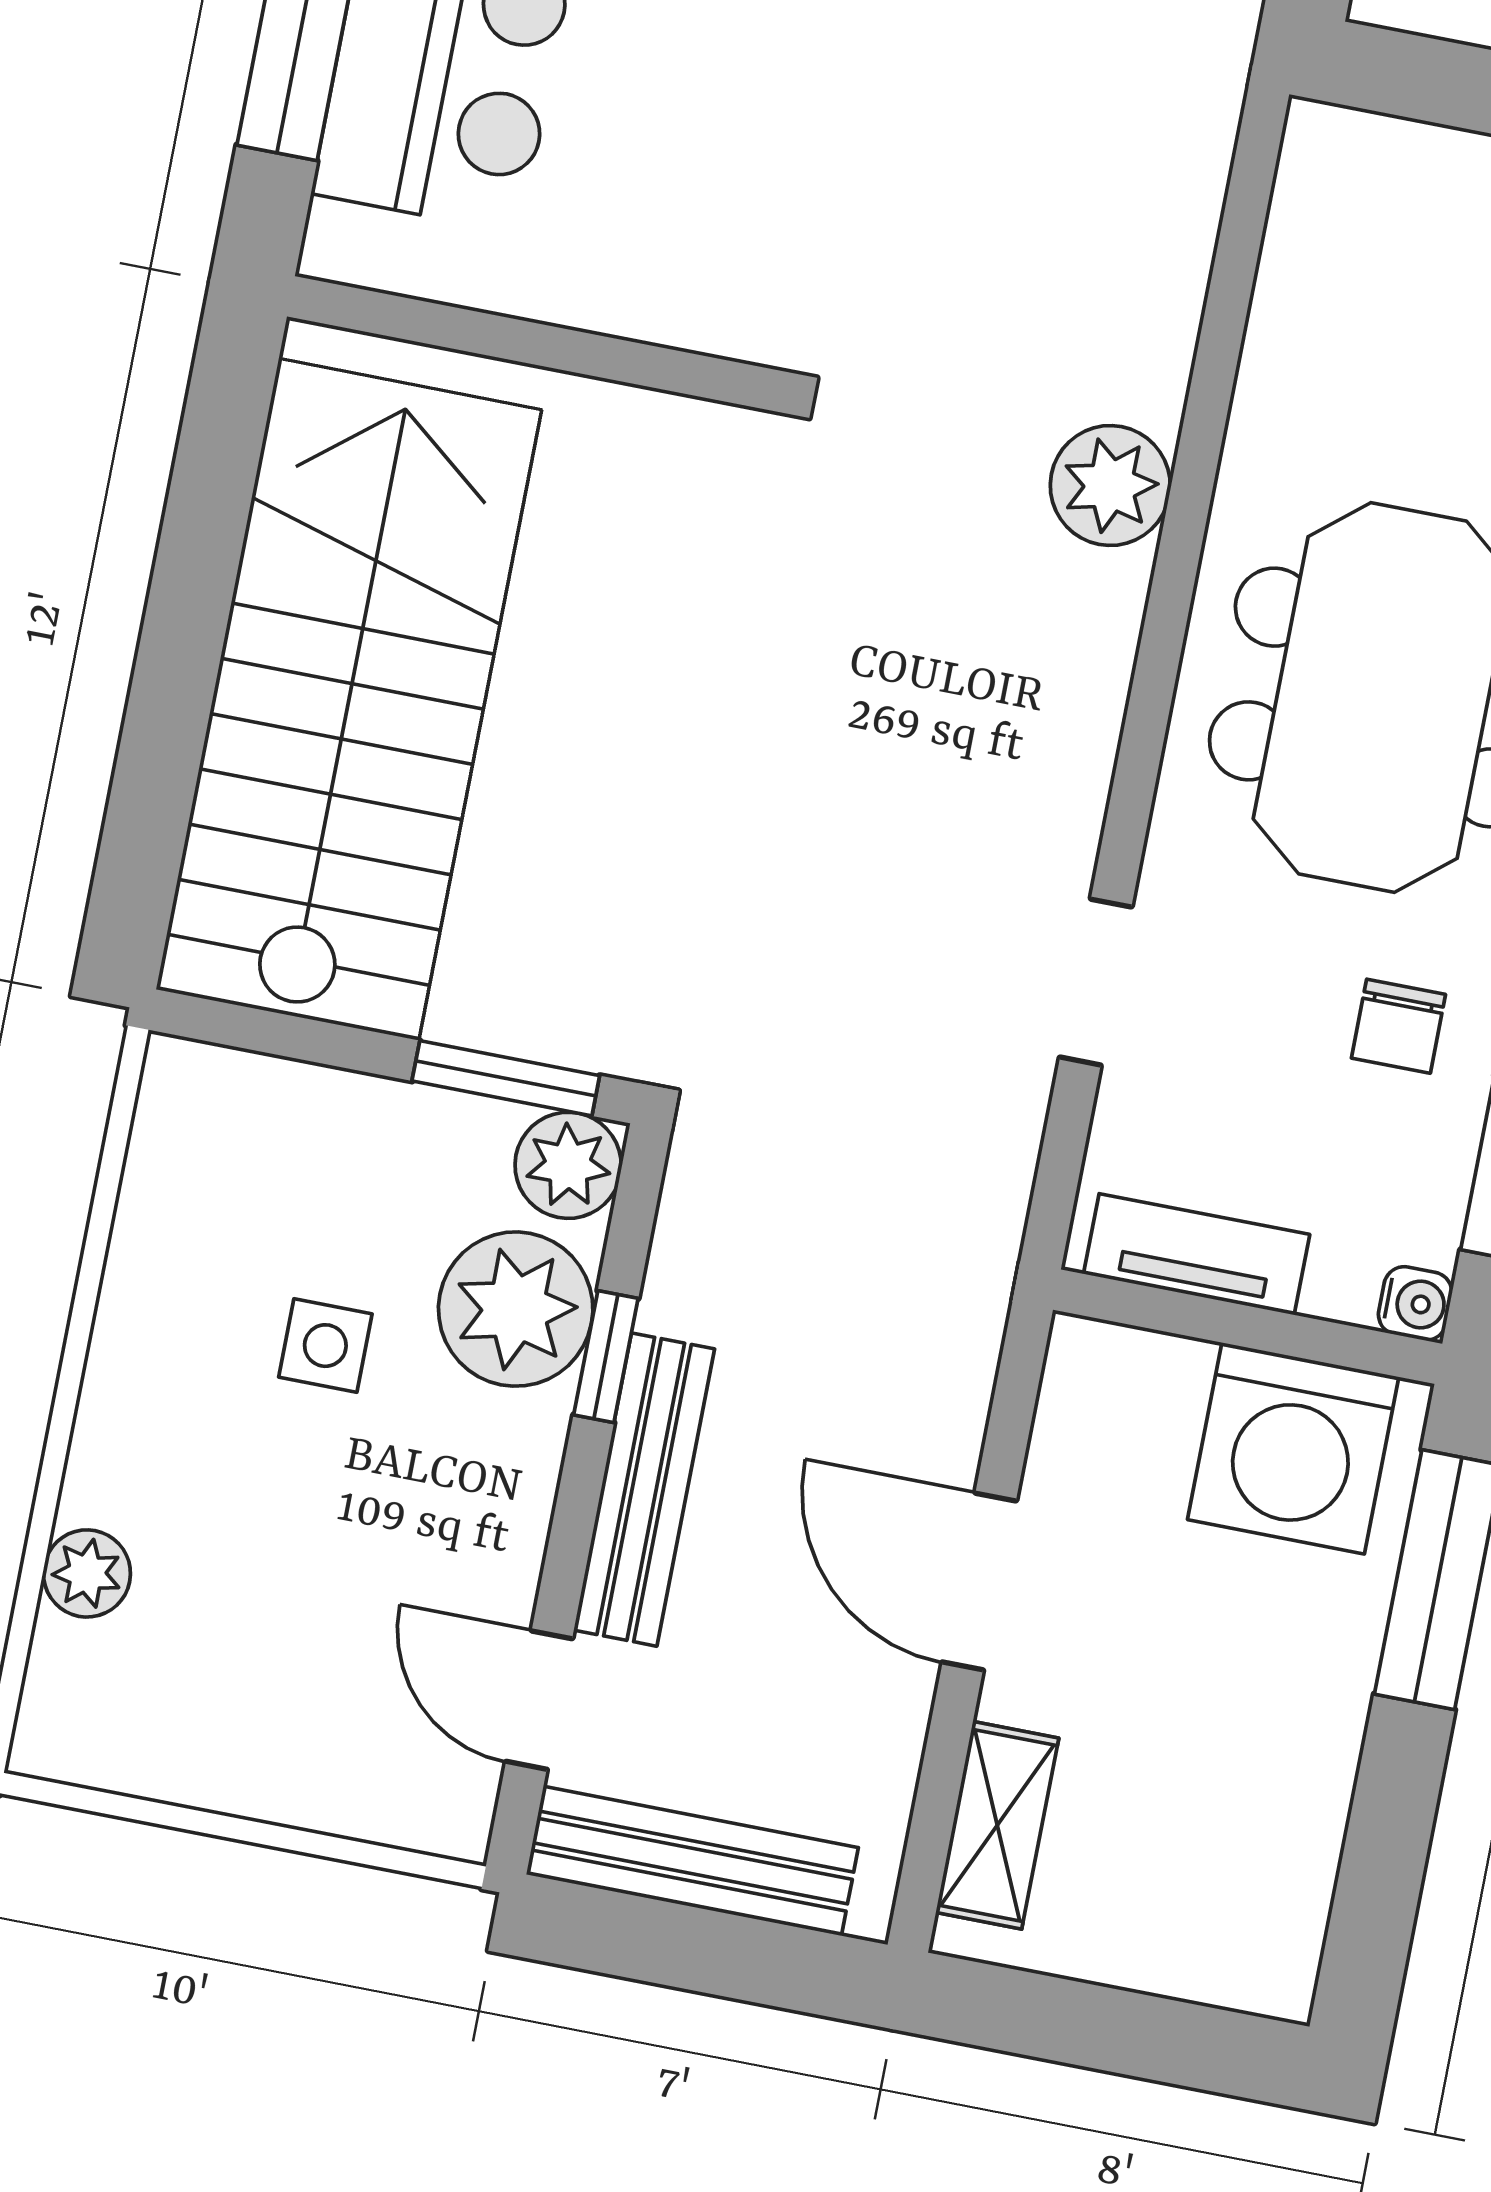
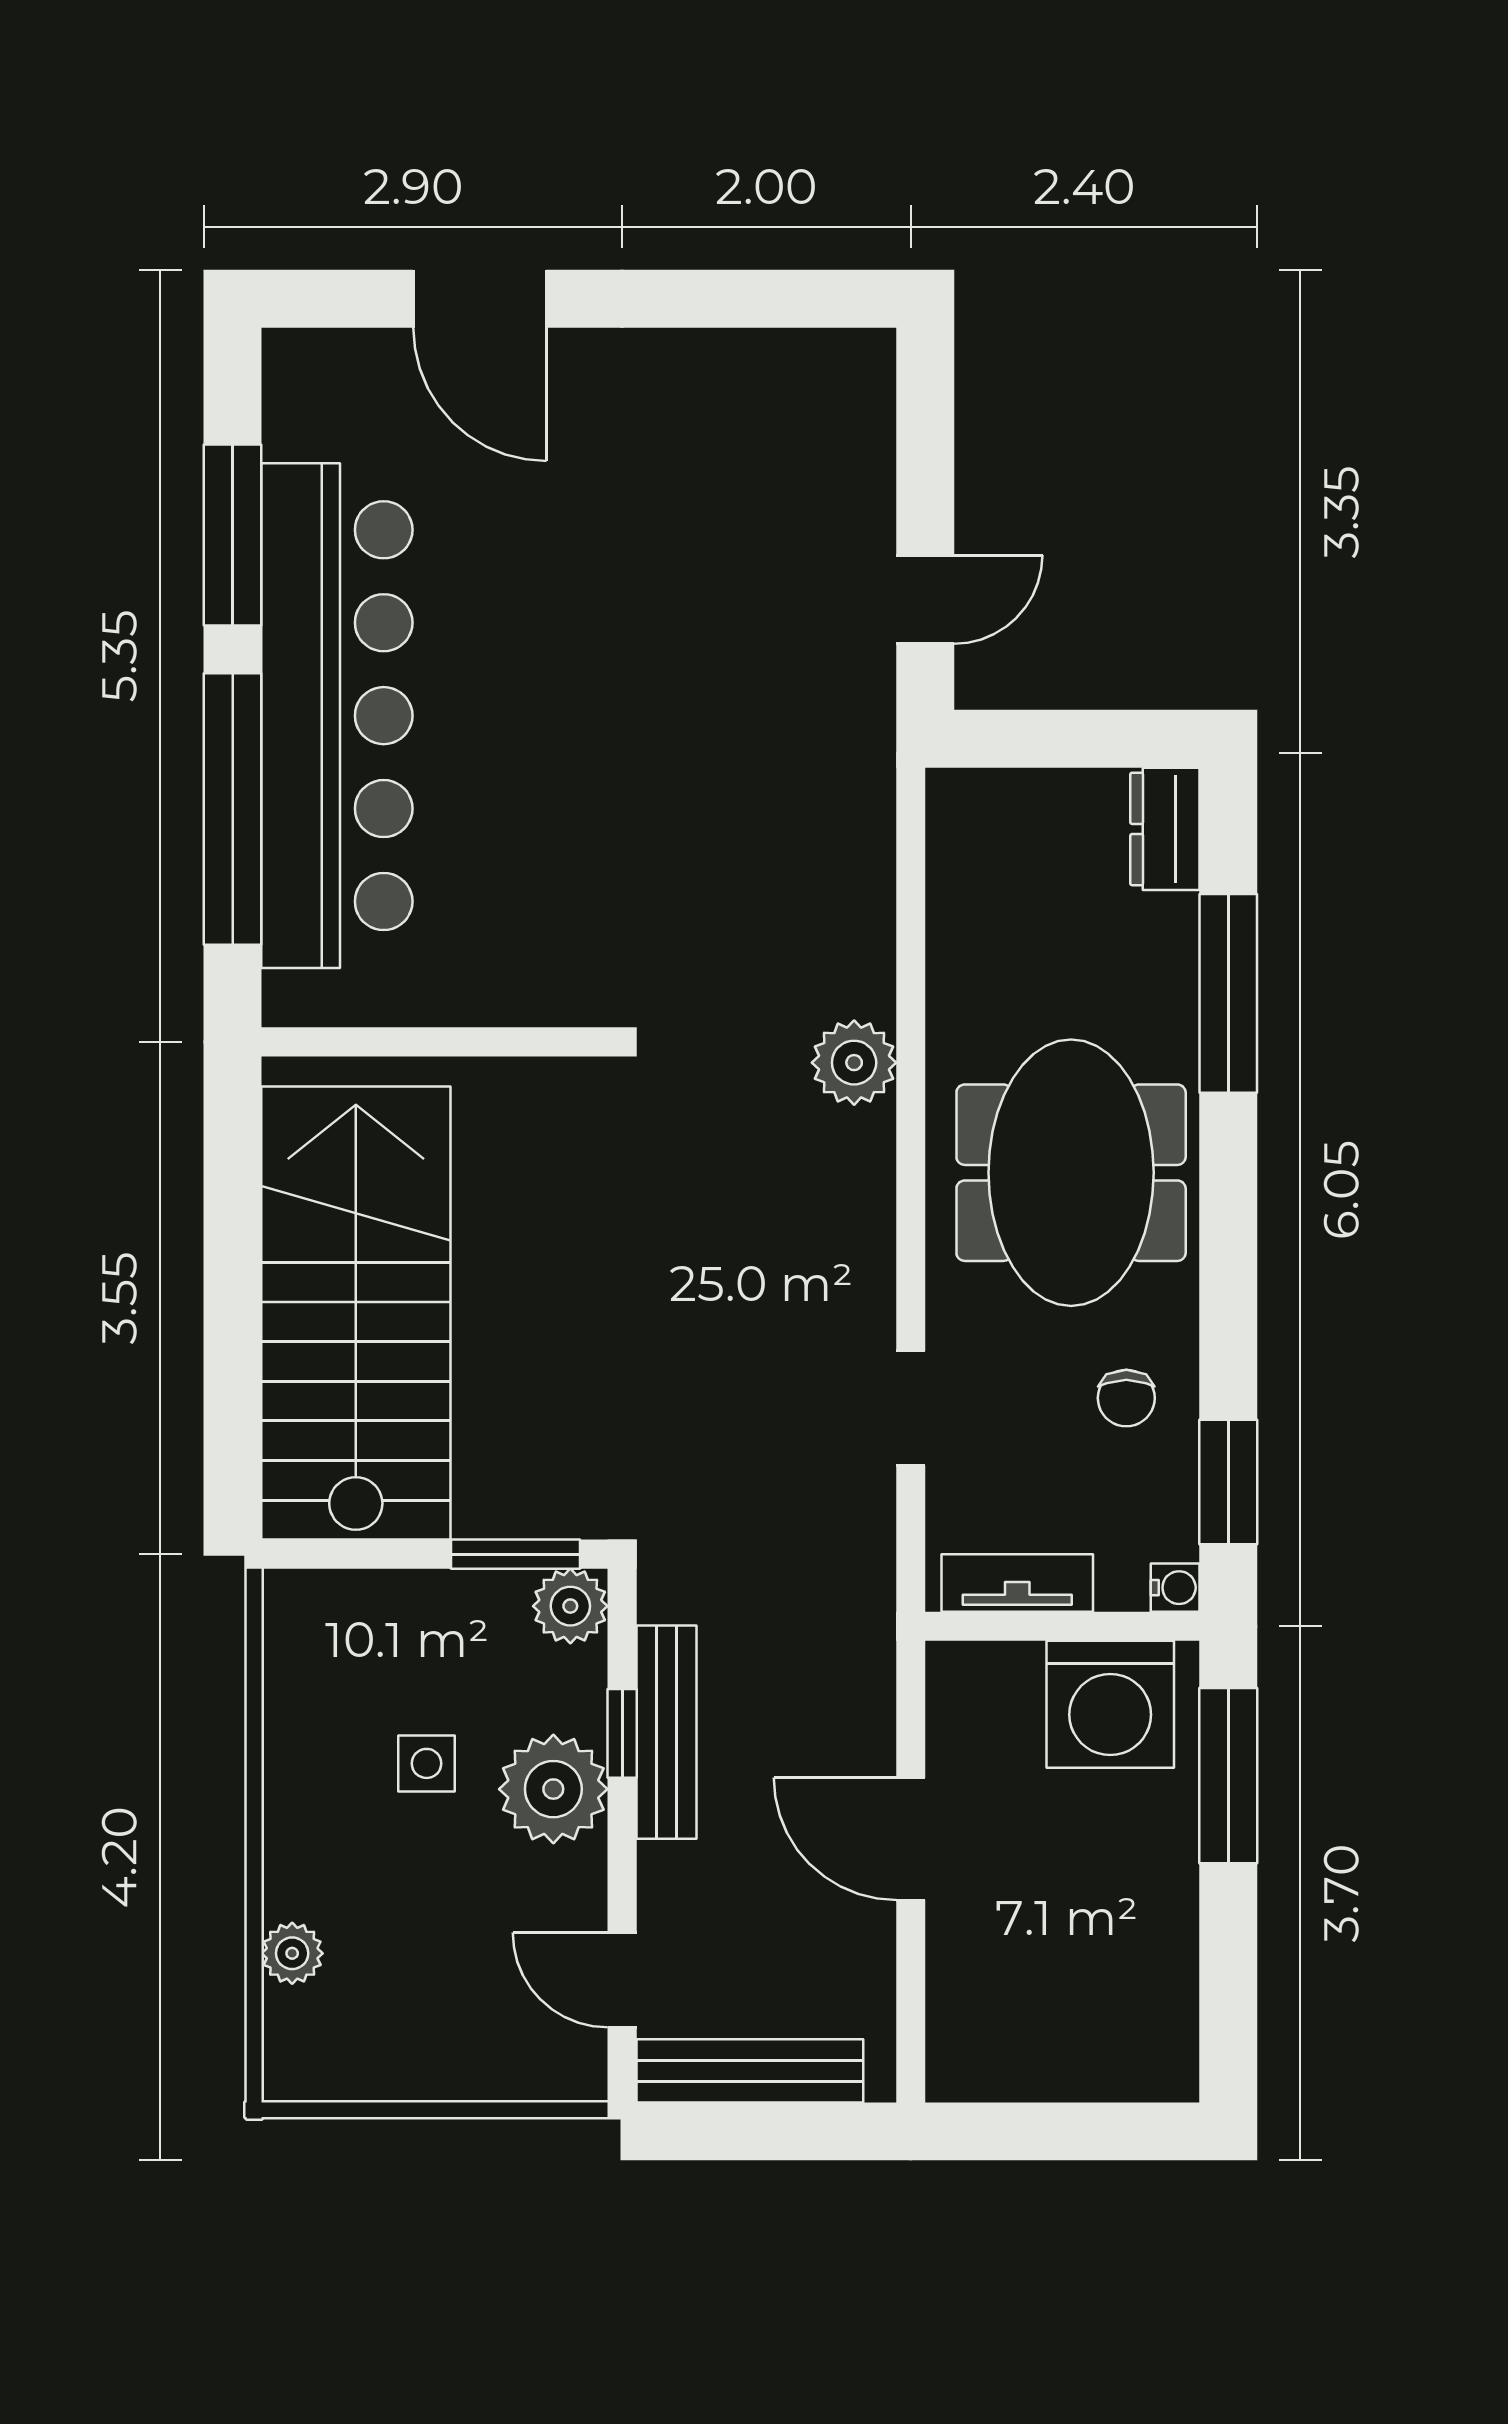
plant: (516, 1309) -> (553, 1789), moved
bench: (644, 1490) -> (666, 1732), moved
shelving: (997, 1825) -> (956, 2005), removed

